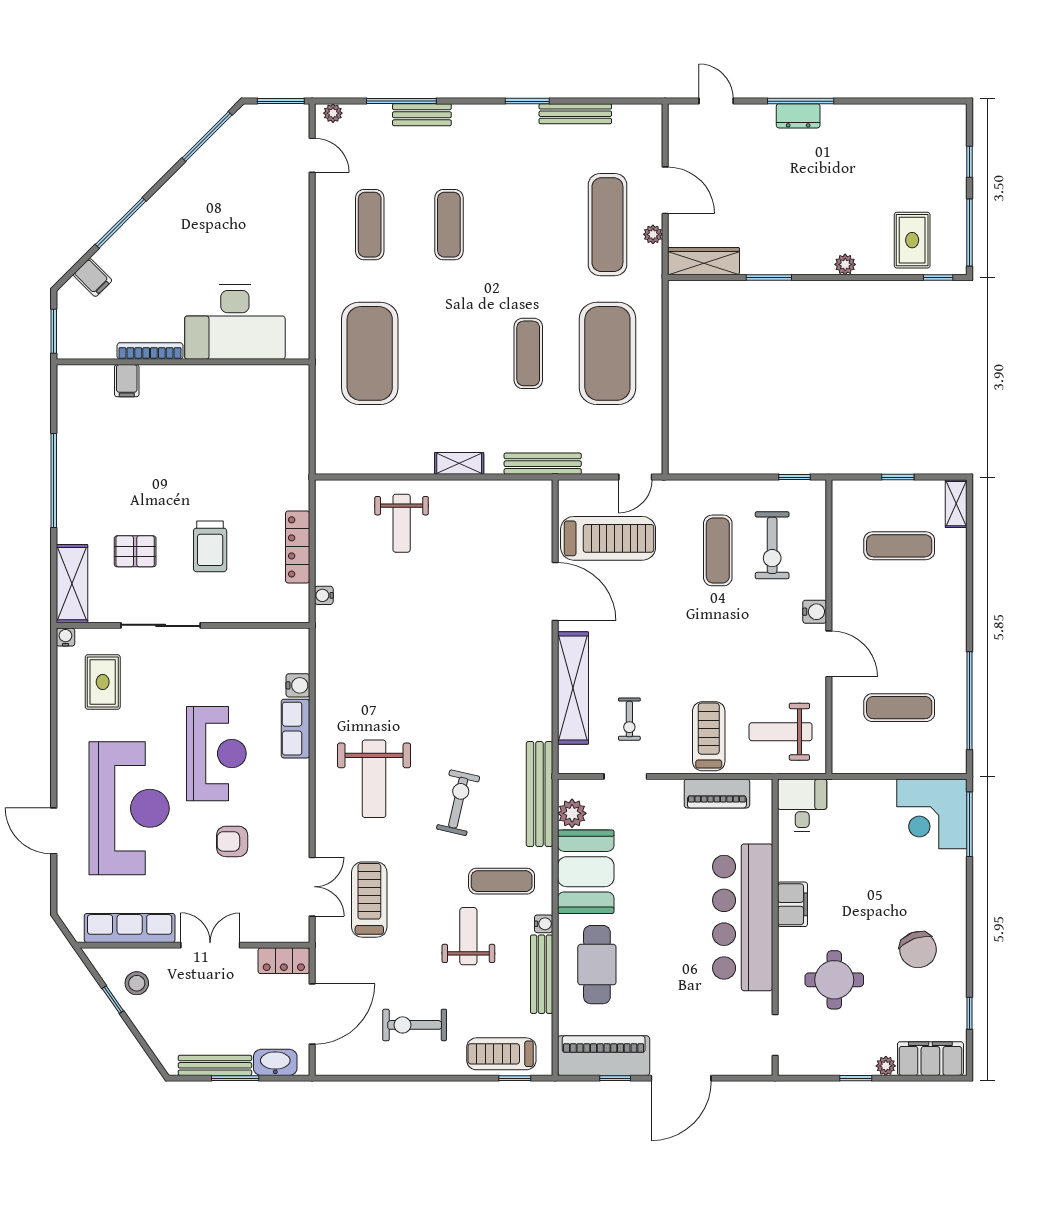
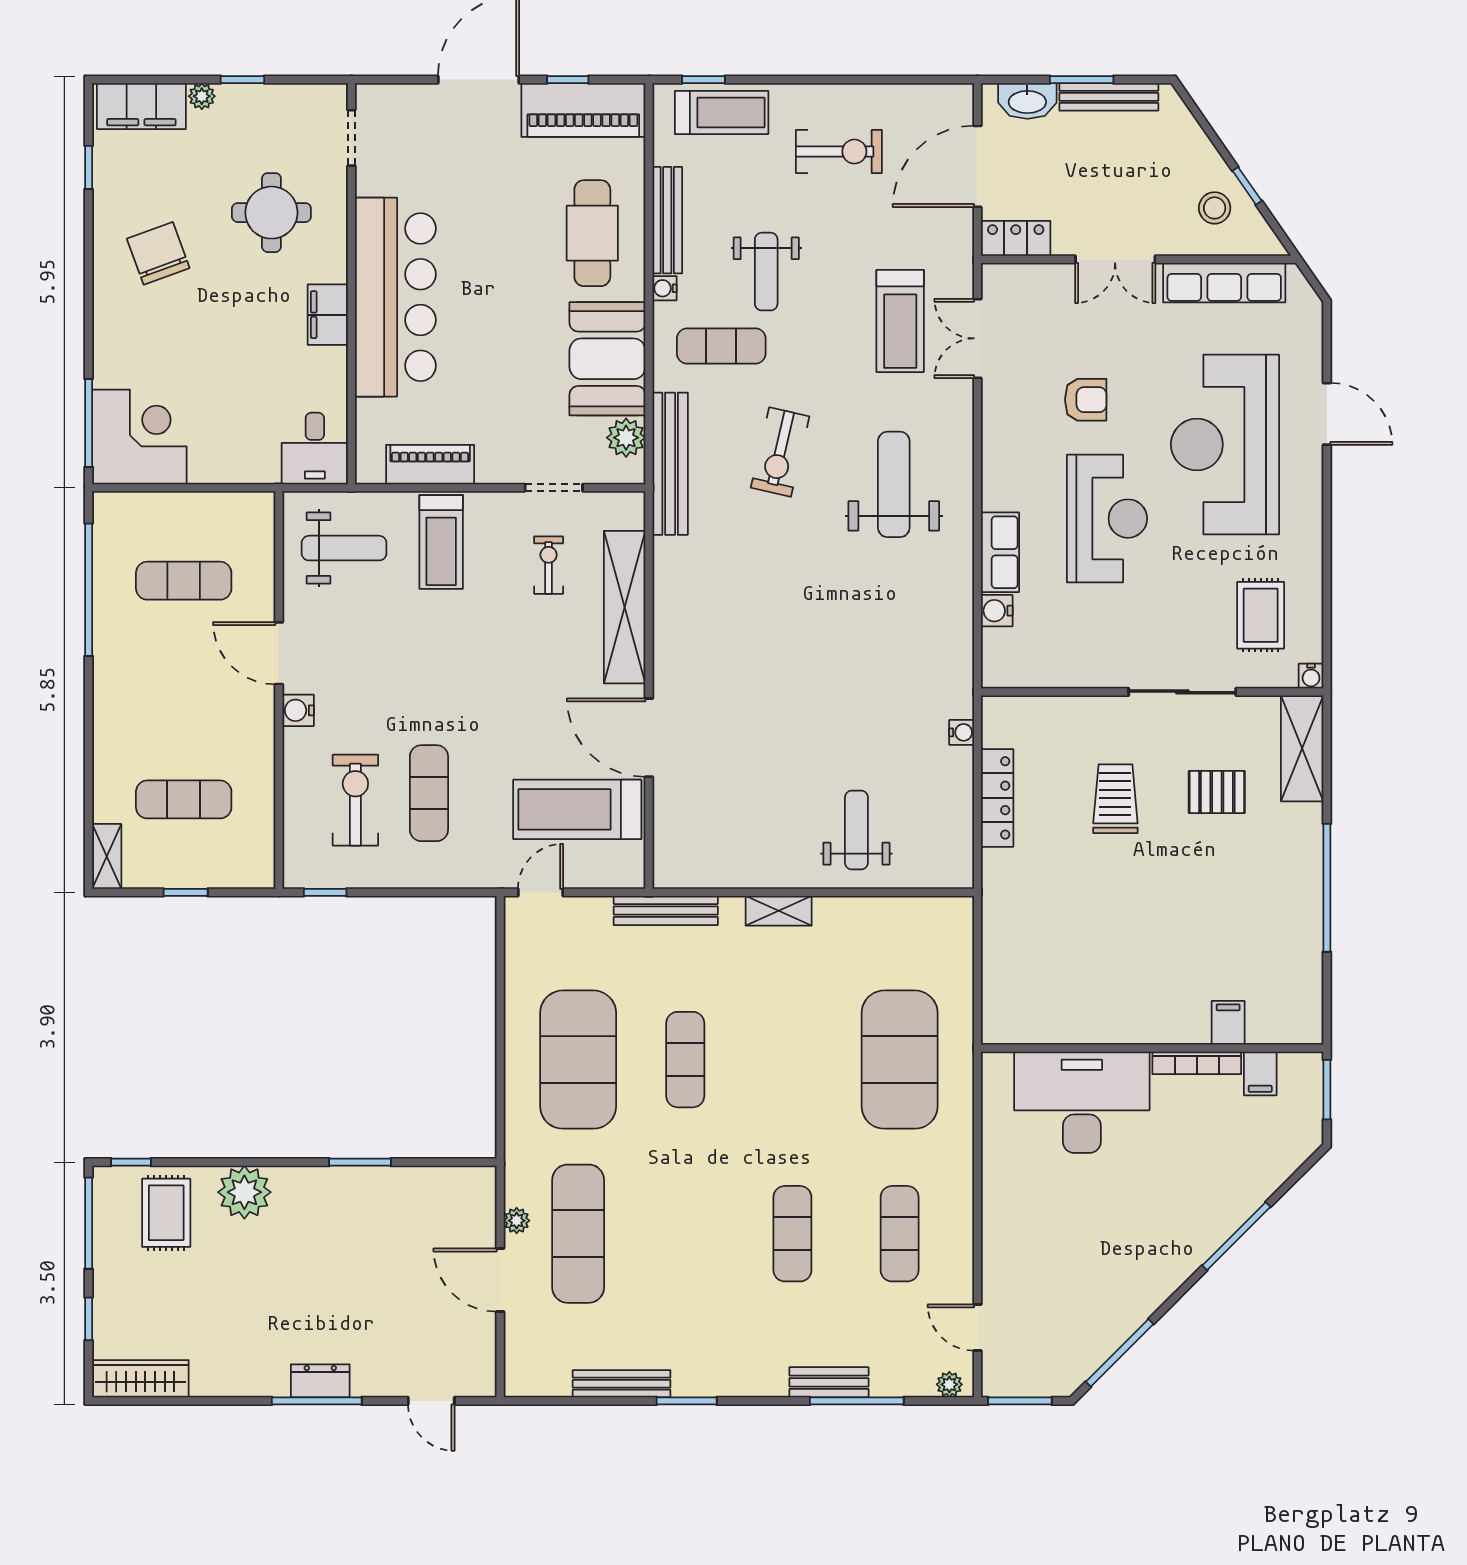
wardrobe: (704, 261) -> (140, 1379), moved, turned 180
plant: (845, 264) -> (244, 1192), width x1.88, depth x1.88
filing cabinet: (93, 278) -> (1260, 1073), moved, turned -135
reception desk: (216, 754) -> (1107, 519), turned 180

